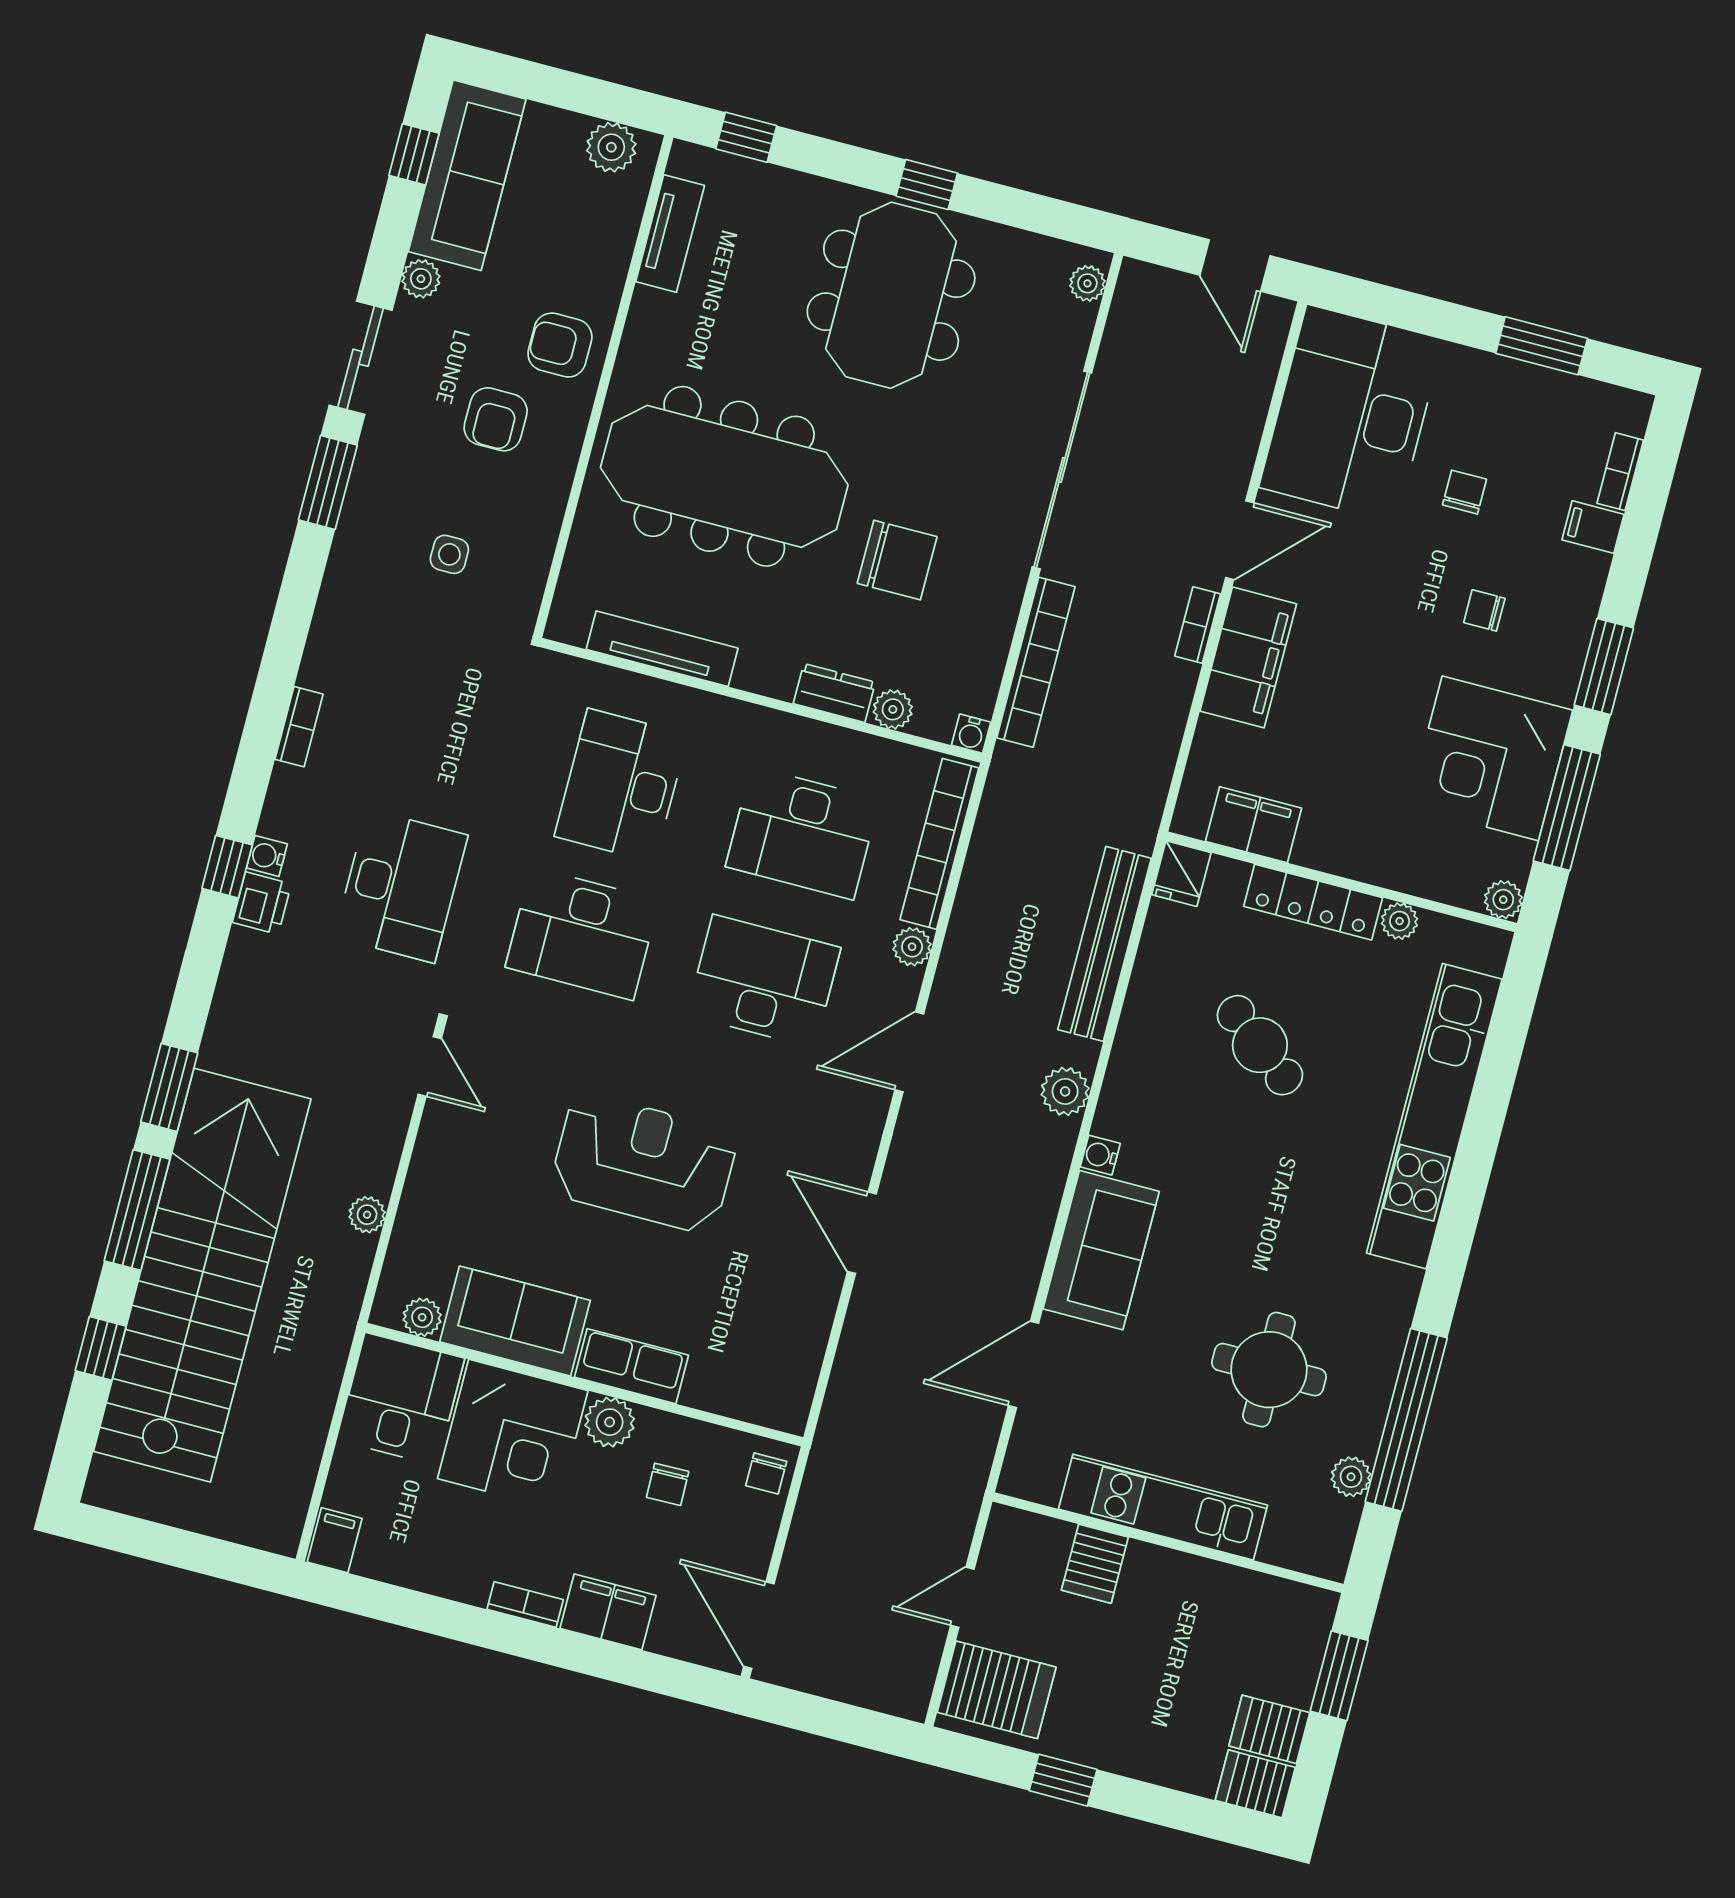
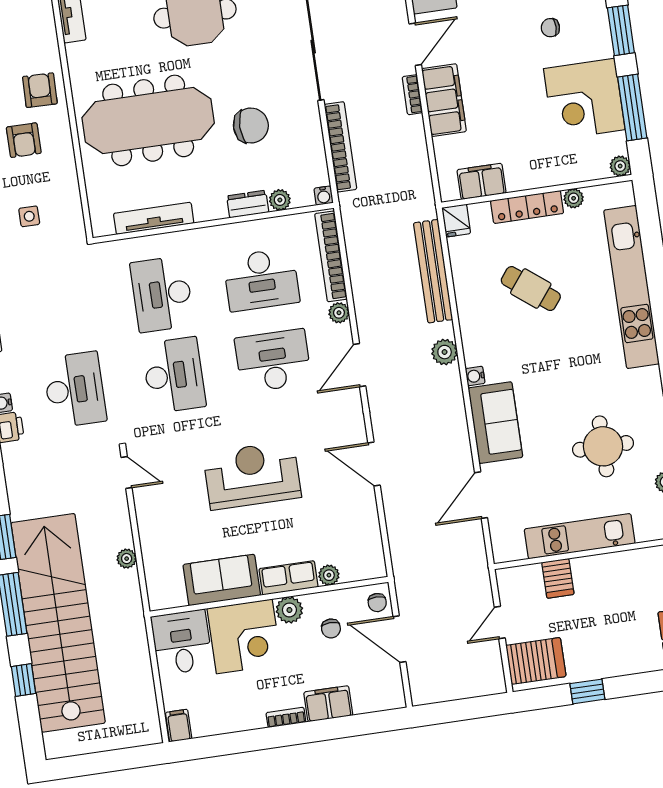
armchair: (560, 345) -> (40, 90), turned 91
desk: (582, 934) -> (174, 375), turned -90
plant: (422, 1317) -> (329, 575), moved
door: (759, 1625) -> (400, 639), moved

